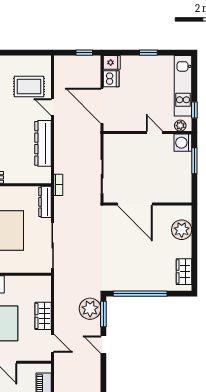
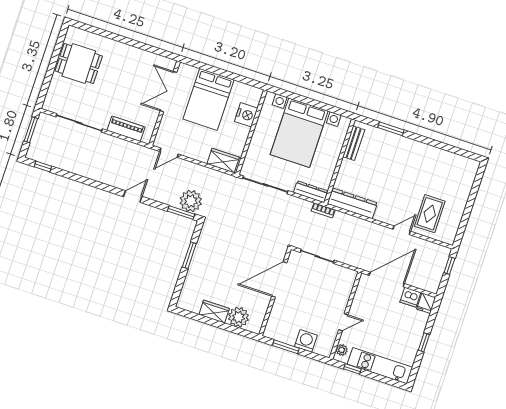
window: (84, 53) -> (449, 266), moved
dresser: (43, 143) -> (352, 203), moved
washing machine: (183, 143) -> (306, 341), moved
window: (194, 161) -> (286, 347), moved
wardrobe: (184, 272) -> (214, 312), moved
window: (140, 294) -> (189, 255), width x0.47
wardrobe: (43, 316) -> (223, 161), moved
door: (103, 345) -> (133, 196), moved

